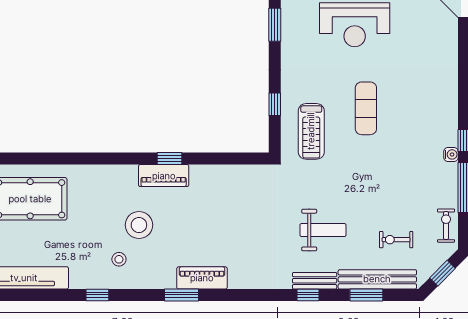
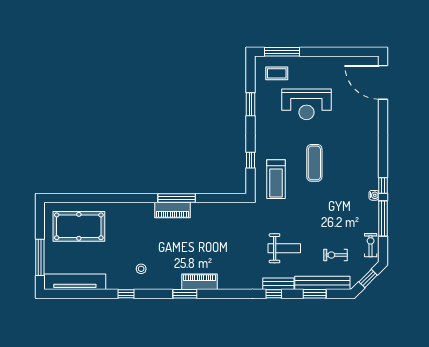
window: (170, 159) -> (177, 198), width x2.17
stool: (139, 225) -> (155, 245), removed

